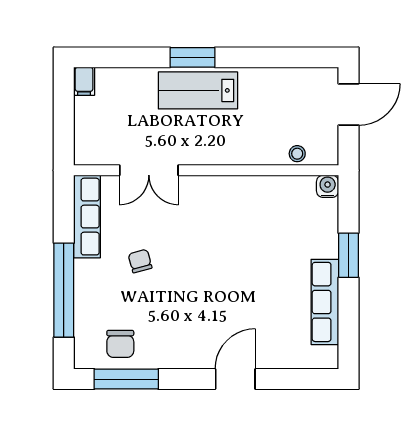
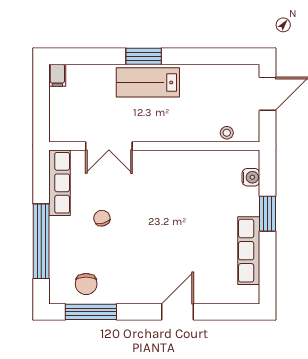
water cooler: (328, 186) -> (251, 177), moved, turned 90

